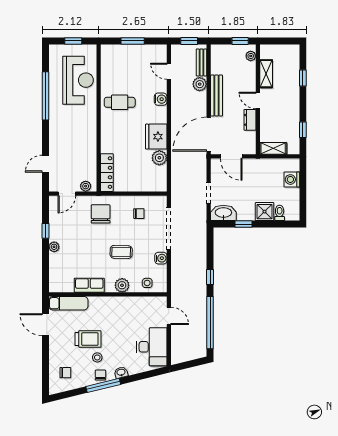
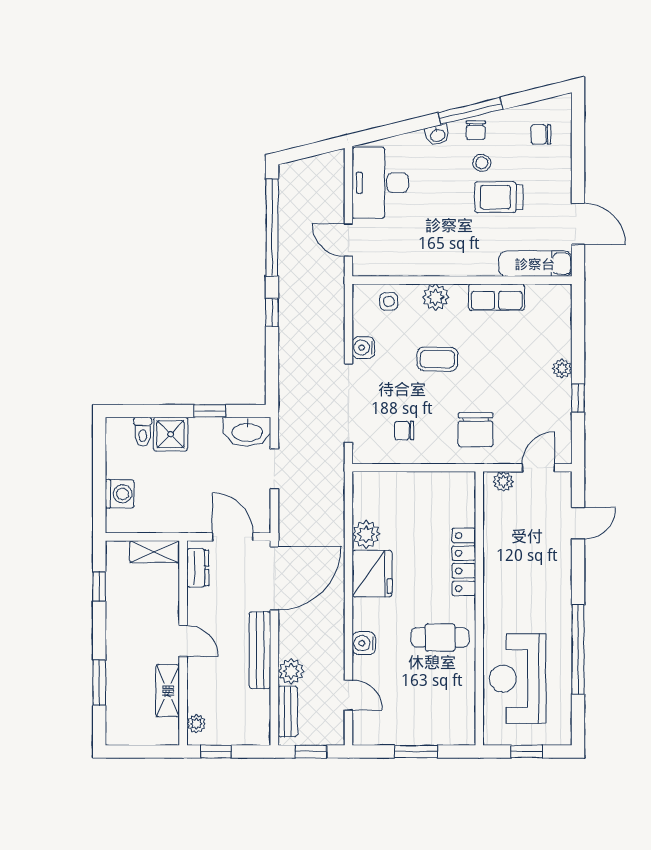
window: (303, 78) -> (99, 683), width x1.50
dresser: (250, 120) -> (198, 568), moved
locker: (107, 173) -> (464, 562), moved

